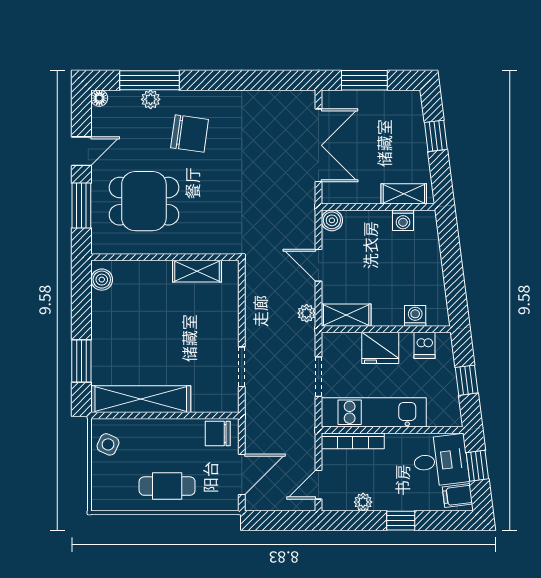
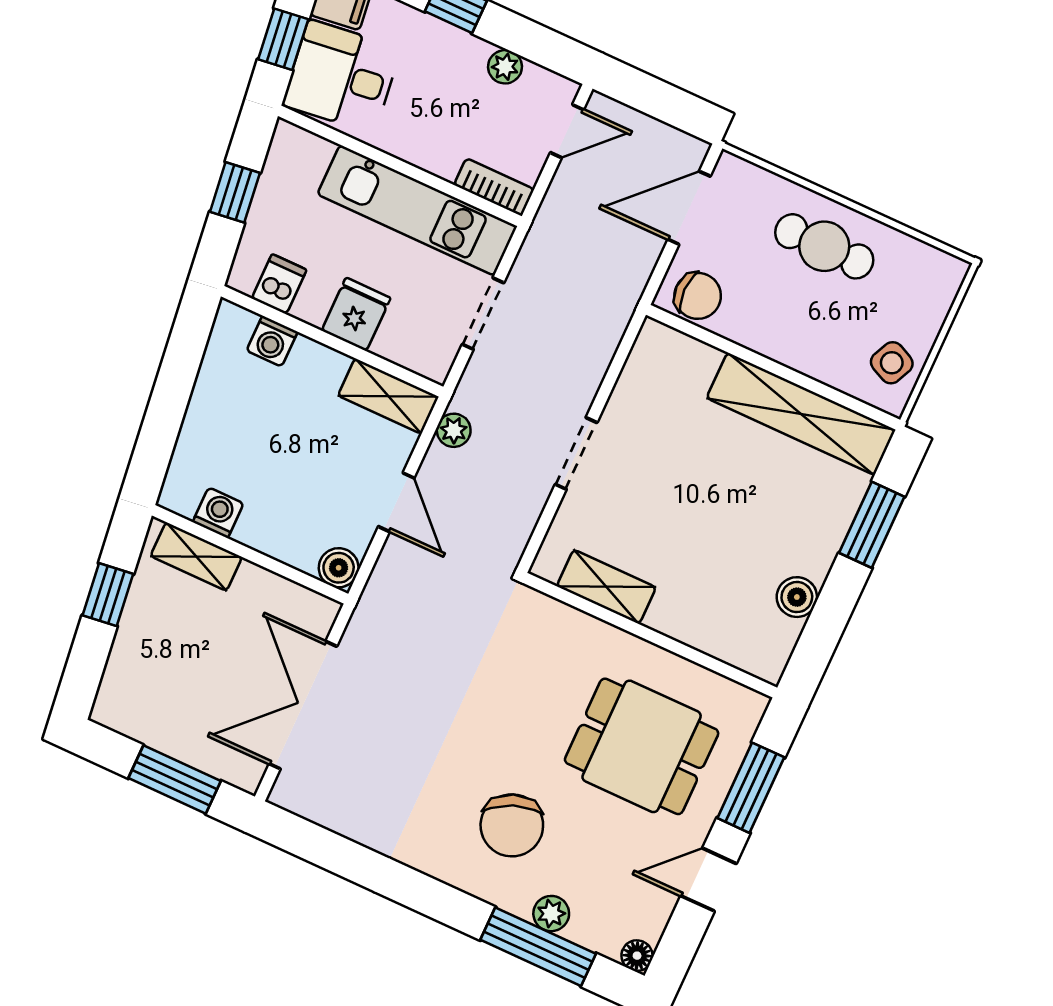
chair: (190, 134) -> (512, 825), turned -120
window: (436, 136) -> (108, 595), moved
boiler: (102, 280) -> (797, 597), moved
fridge: (380, 348) -> (356, 314), width x0.72
doorway: (242, 367) -> (576, 453), moved
bookcase: (353, 441) -> (494, 187), width x0.64

